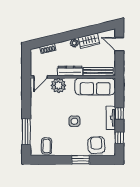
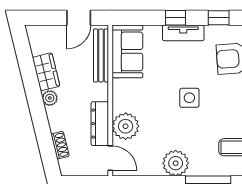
door: (119, 44) -> (79, 18), moved
dresser: (70, 71) -> (100, 124), moved
sofa: (95, 86) -> (127, 51), width x0.73
plant: (38, 113) -> (176, 163), added

